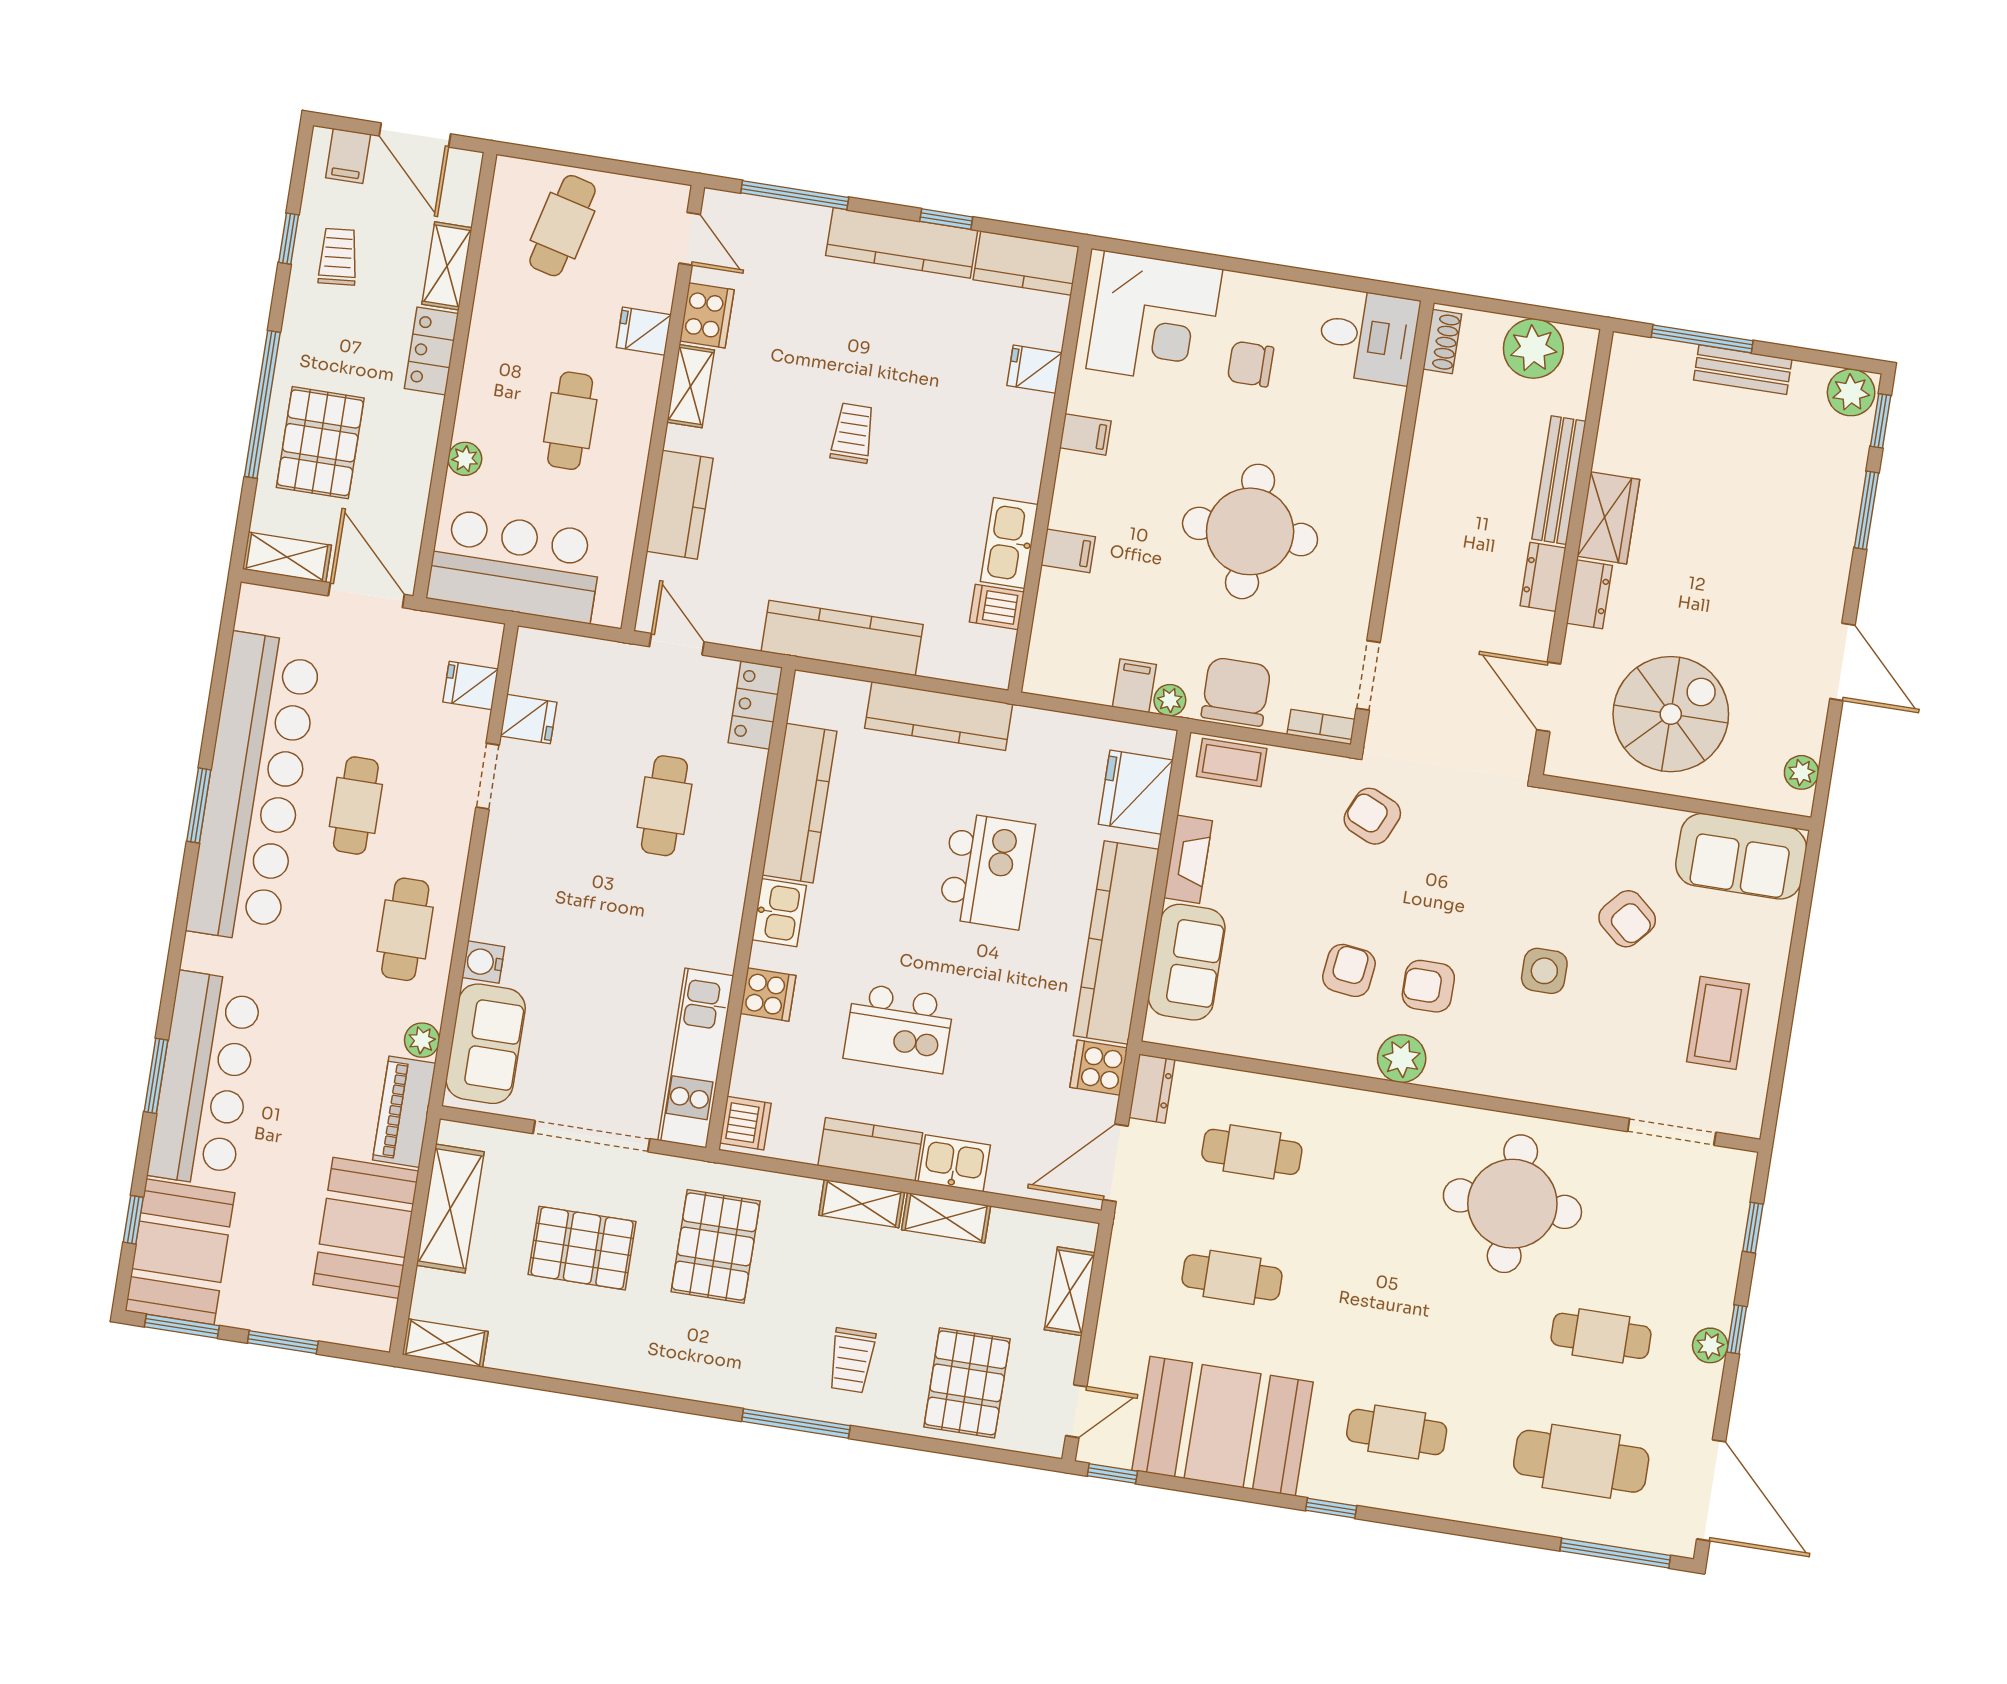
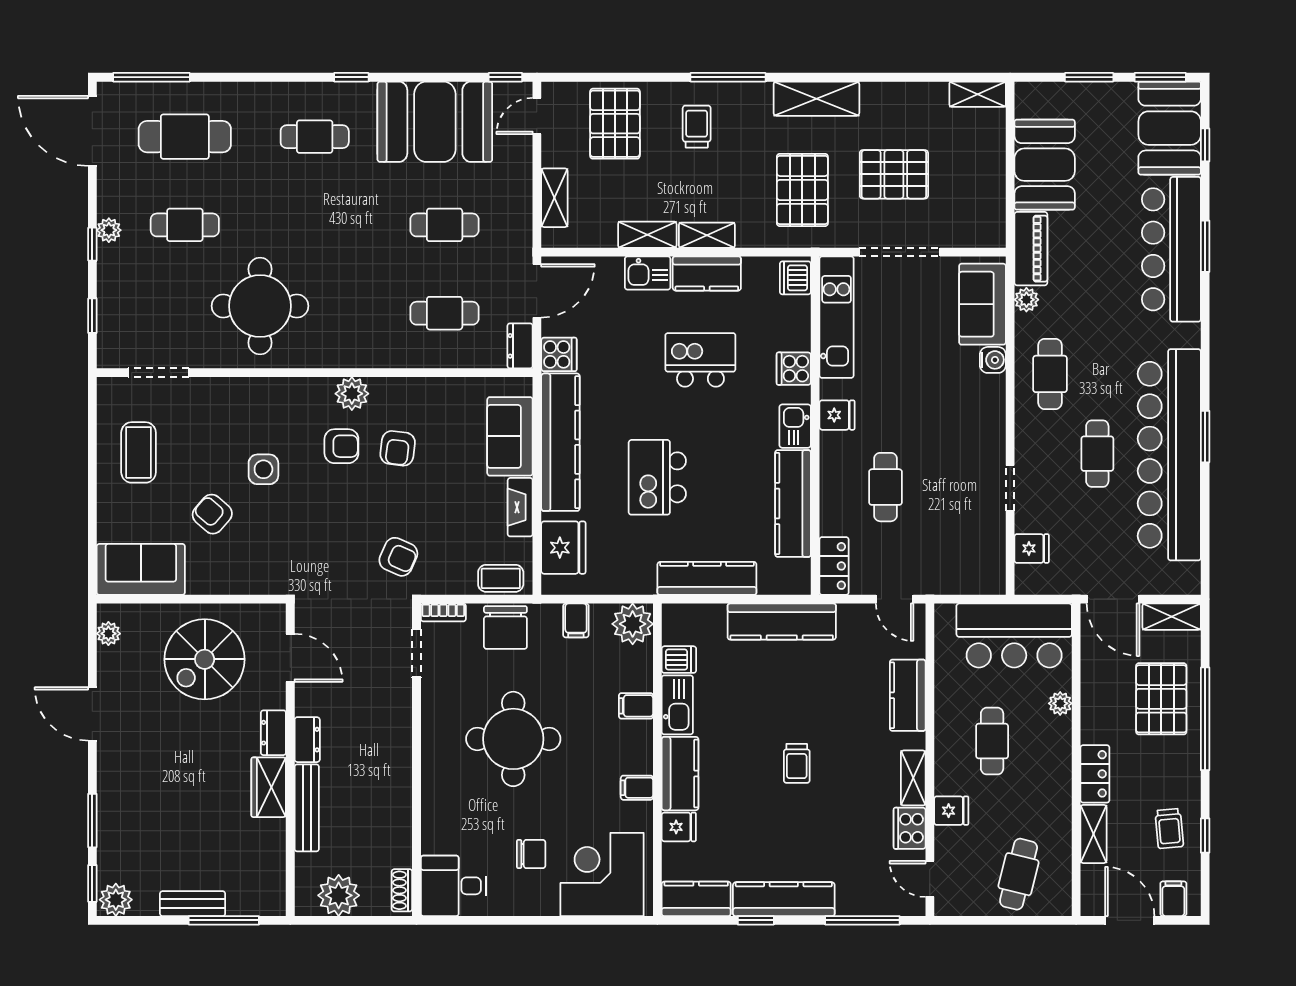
kitchen counter: (1021, 445) -> (680, 774), added
plant: (1170, 700) -> (633, 624), moved, width x1.87, depth x1.87
fridge: (528, 719) -> (837, 415), moved, turned 180
shelving: (450, 1209) -> (816, 99), moved, turned 90

